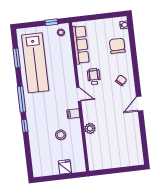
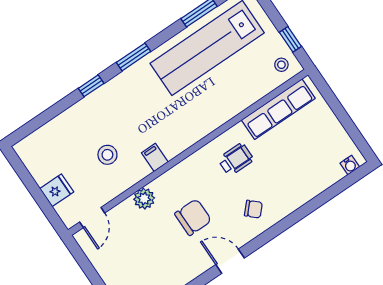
chair: (117, 46) -> (193, 217), moved
door: (79, 94) -> (92, 218), moved
window: (22, 99) -> (134, 57), width x0.69

